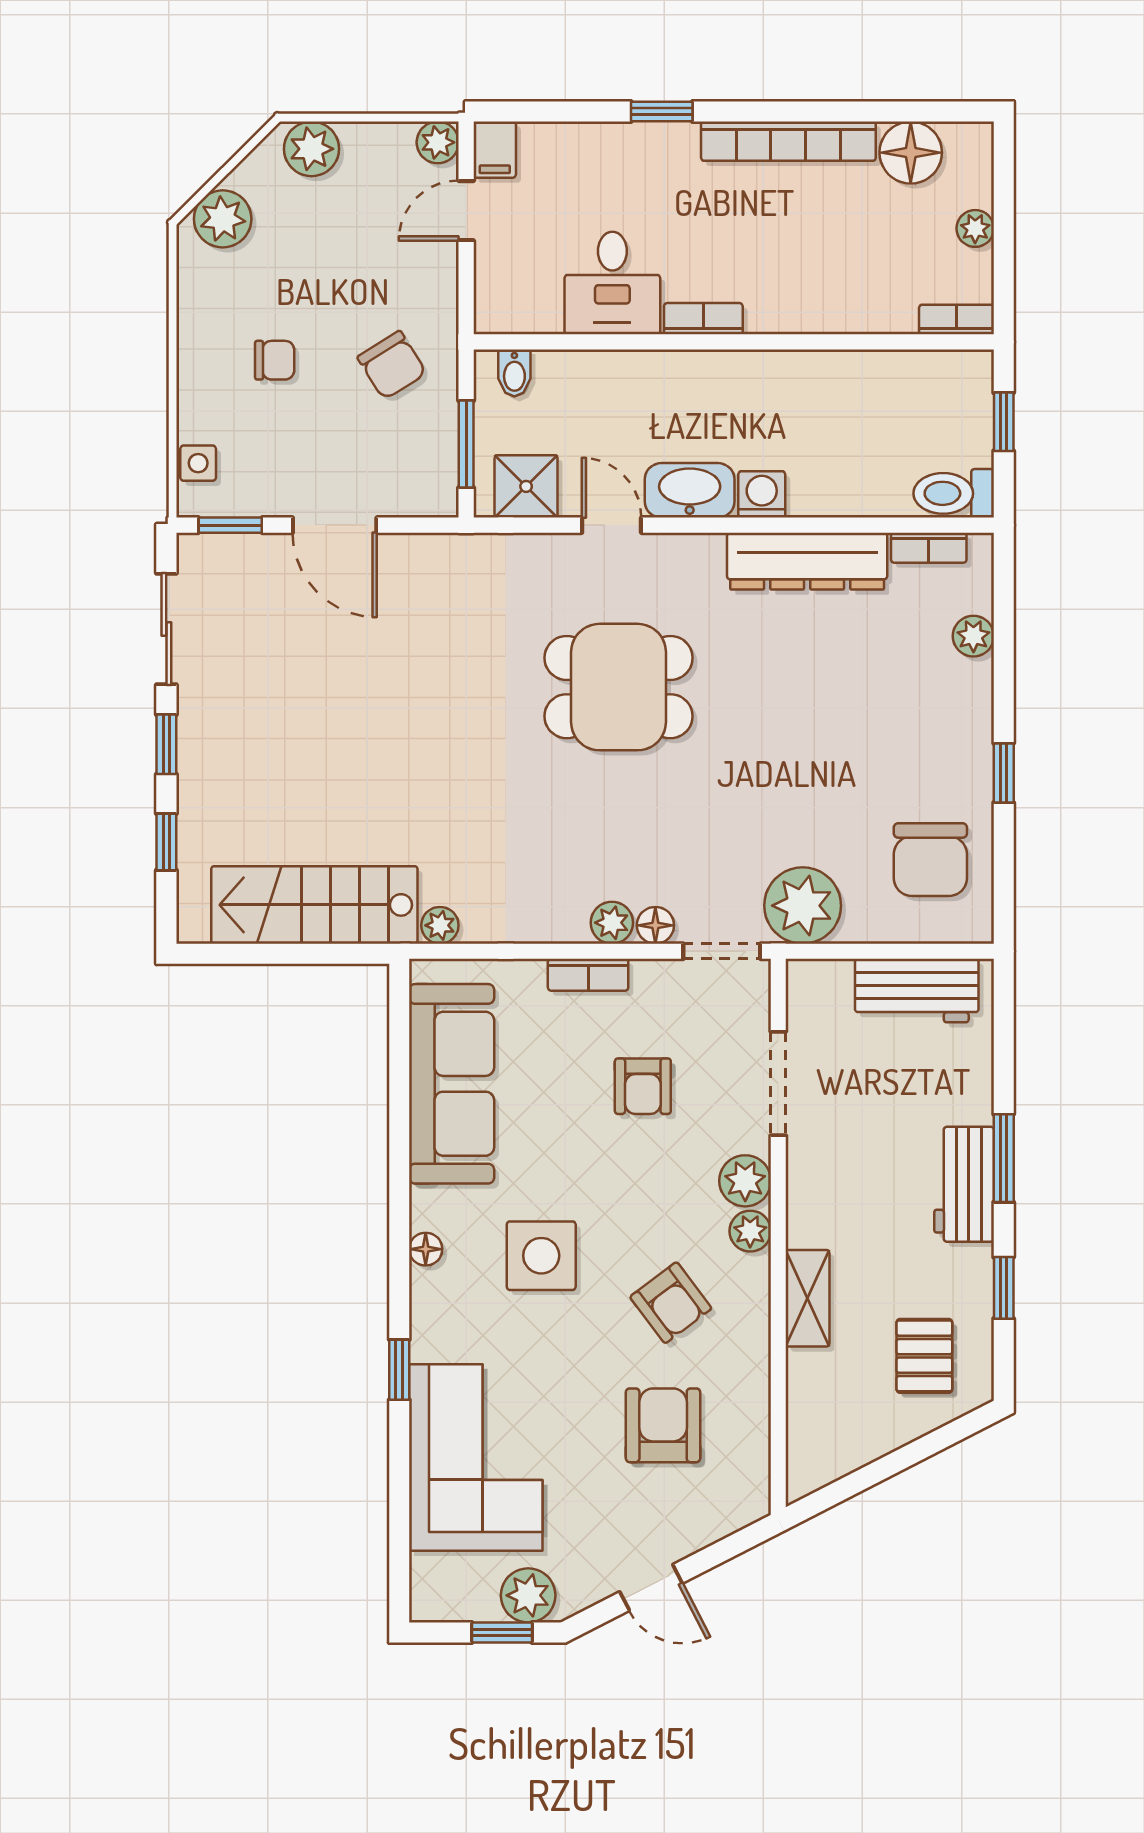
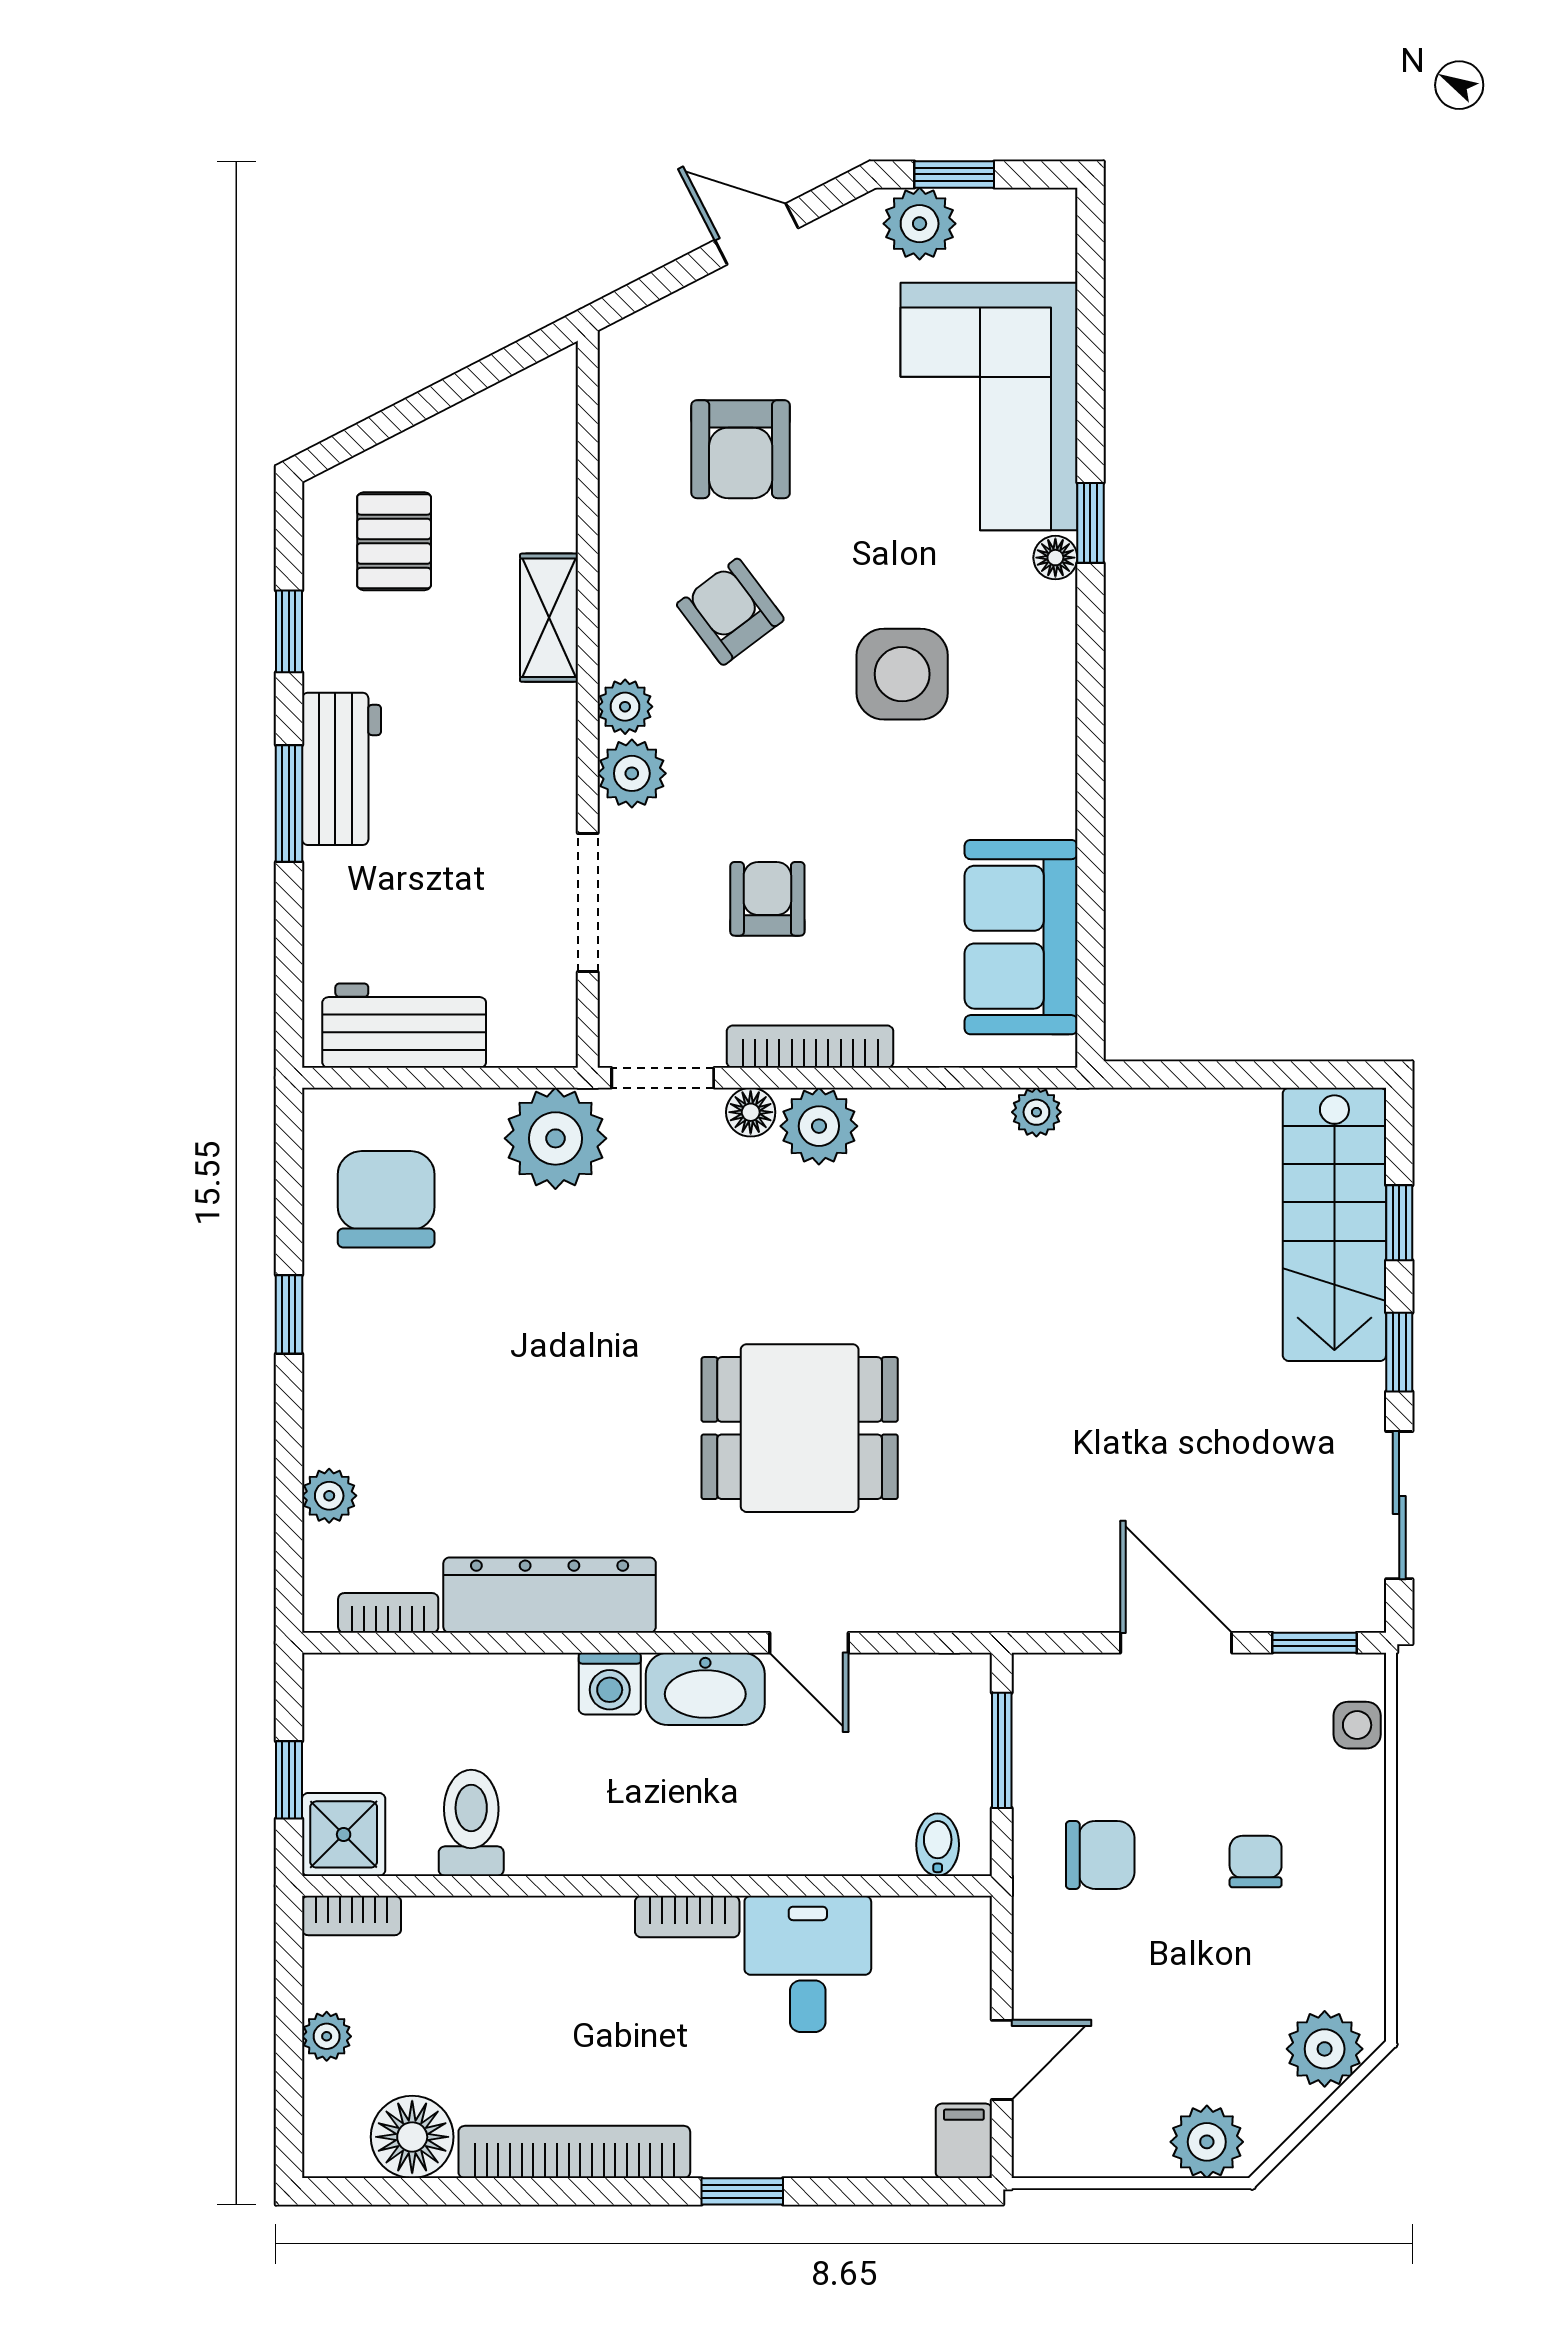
plant: (438, 142) -> (1039, 2150), removed
chair: (275, 360) -> (1256, 1862), turned 90
chair: (392, 365) -> (1100, 1855), turned 122
shower: (526, 486) -> (344, 1834), moved
toilet: (954, 493) -> (471, 1823), moved, turned -90
stairs: (314, 905) -> (1334, 1224), moved, turned 90
plant: (612, 923) -> (819, 1126), width x1.38, depth x1.38
bookcase: (588, 975) -> (810, 1047), width x1.56
sofa: (452, 1084) -> (1021, 937), width x0.73
floor lamp: (426, 1249) -> (1055, 558), moved

